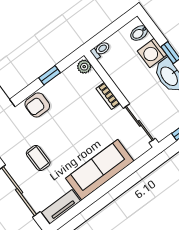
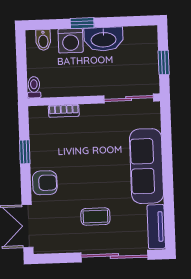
plant: (84, 67) -> (39, 114), removed
bookcase: (108, 96) -> (64, 111), moved
armchair: (37, 105) -> (45, 183), turned -90

